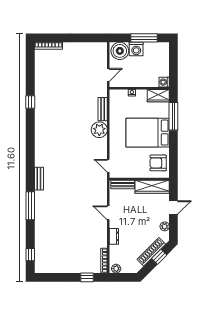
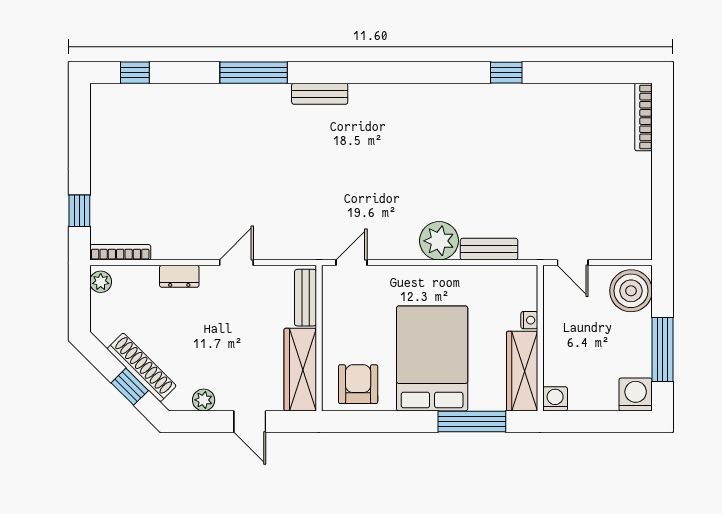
washing machine: (136, 49) -> (636, 394), moved, turned 90
wardrobe: (158, 96) -> (522, 371), width x1.50

